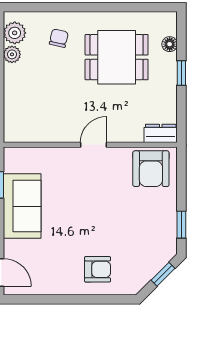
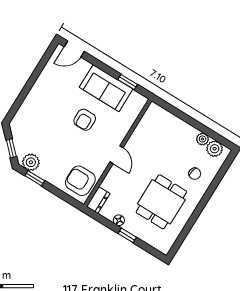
floor lamp: (170, 44) -> (119, 220), moved
plant: (165, 241) -> (31, 162), added
armchair: (98, 269) -> (85, 120), moved

